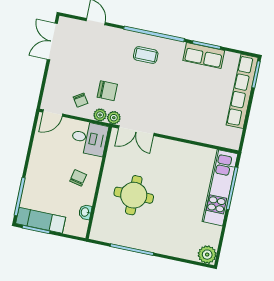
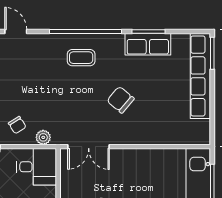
chair: (107, 91) -> (121, 100), moved, turned -140
plant: (114, 118) -> (60, 137), removed

